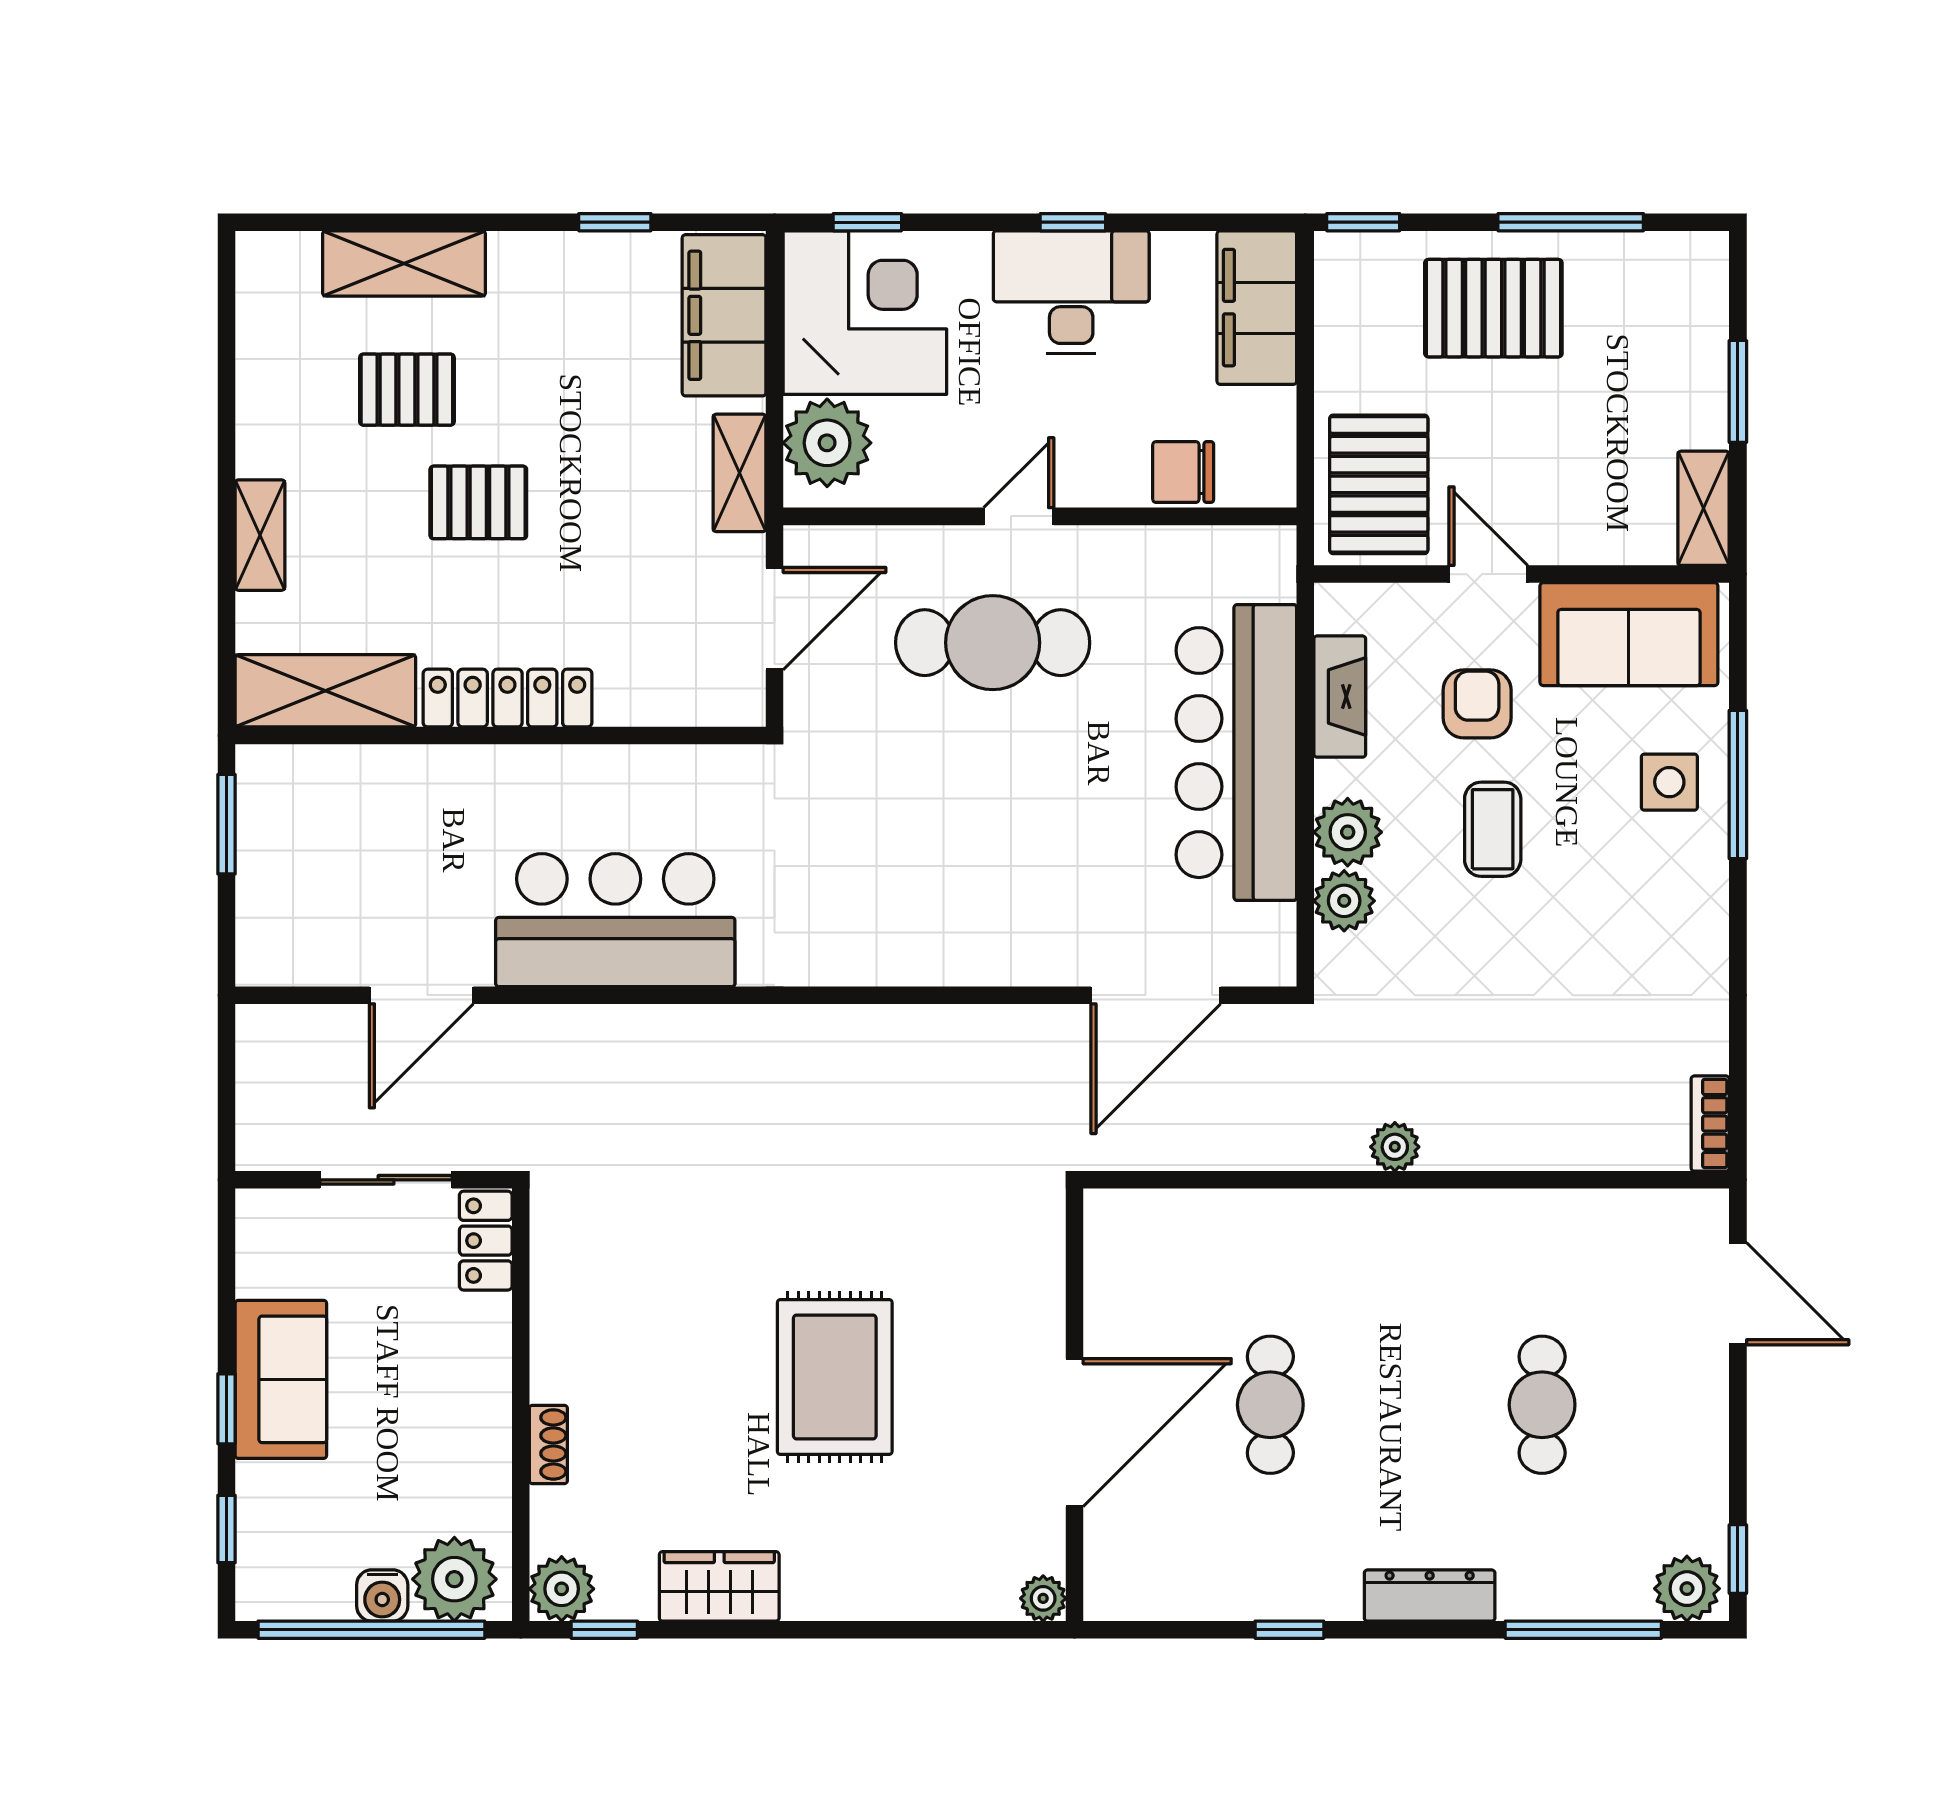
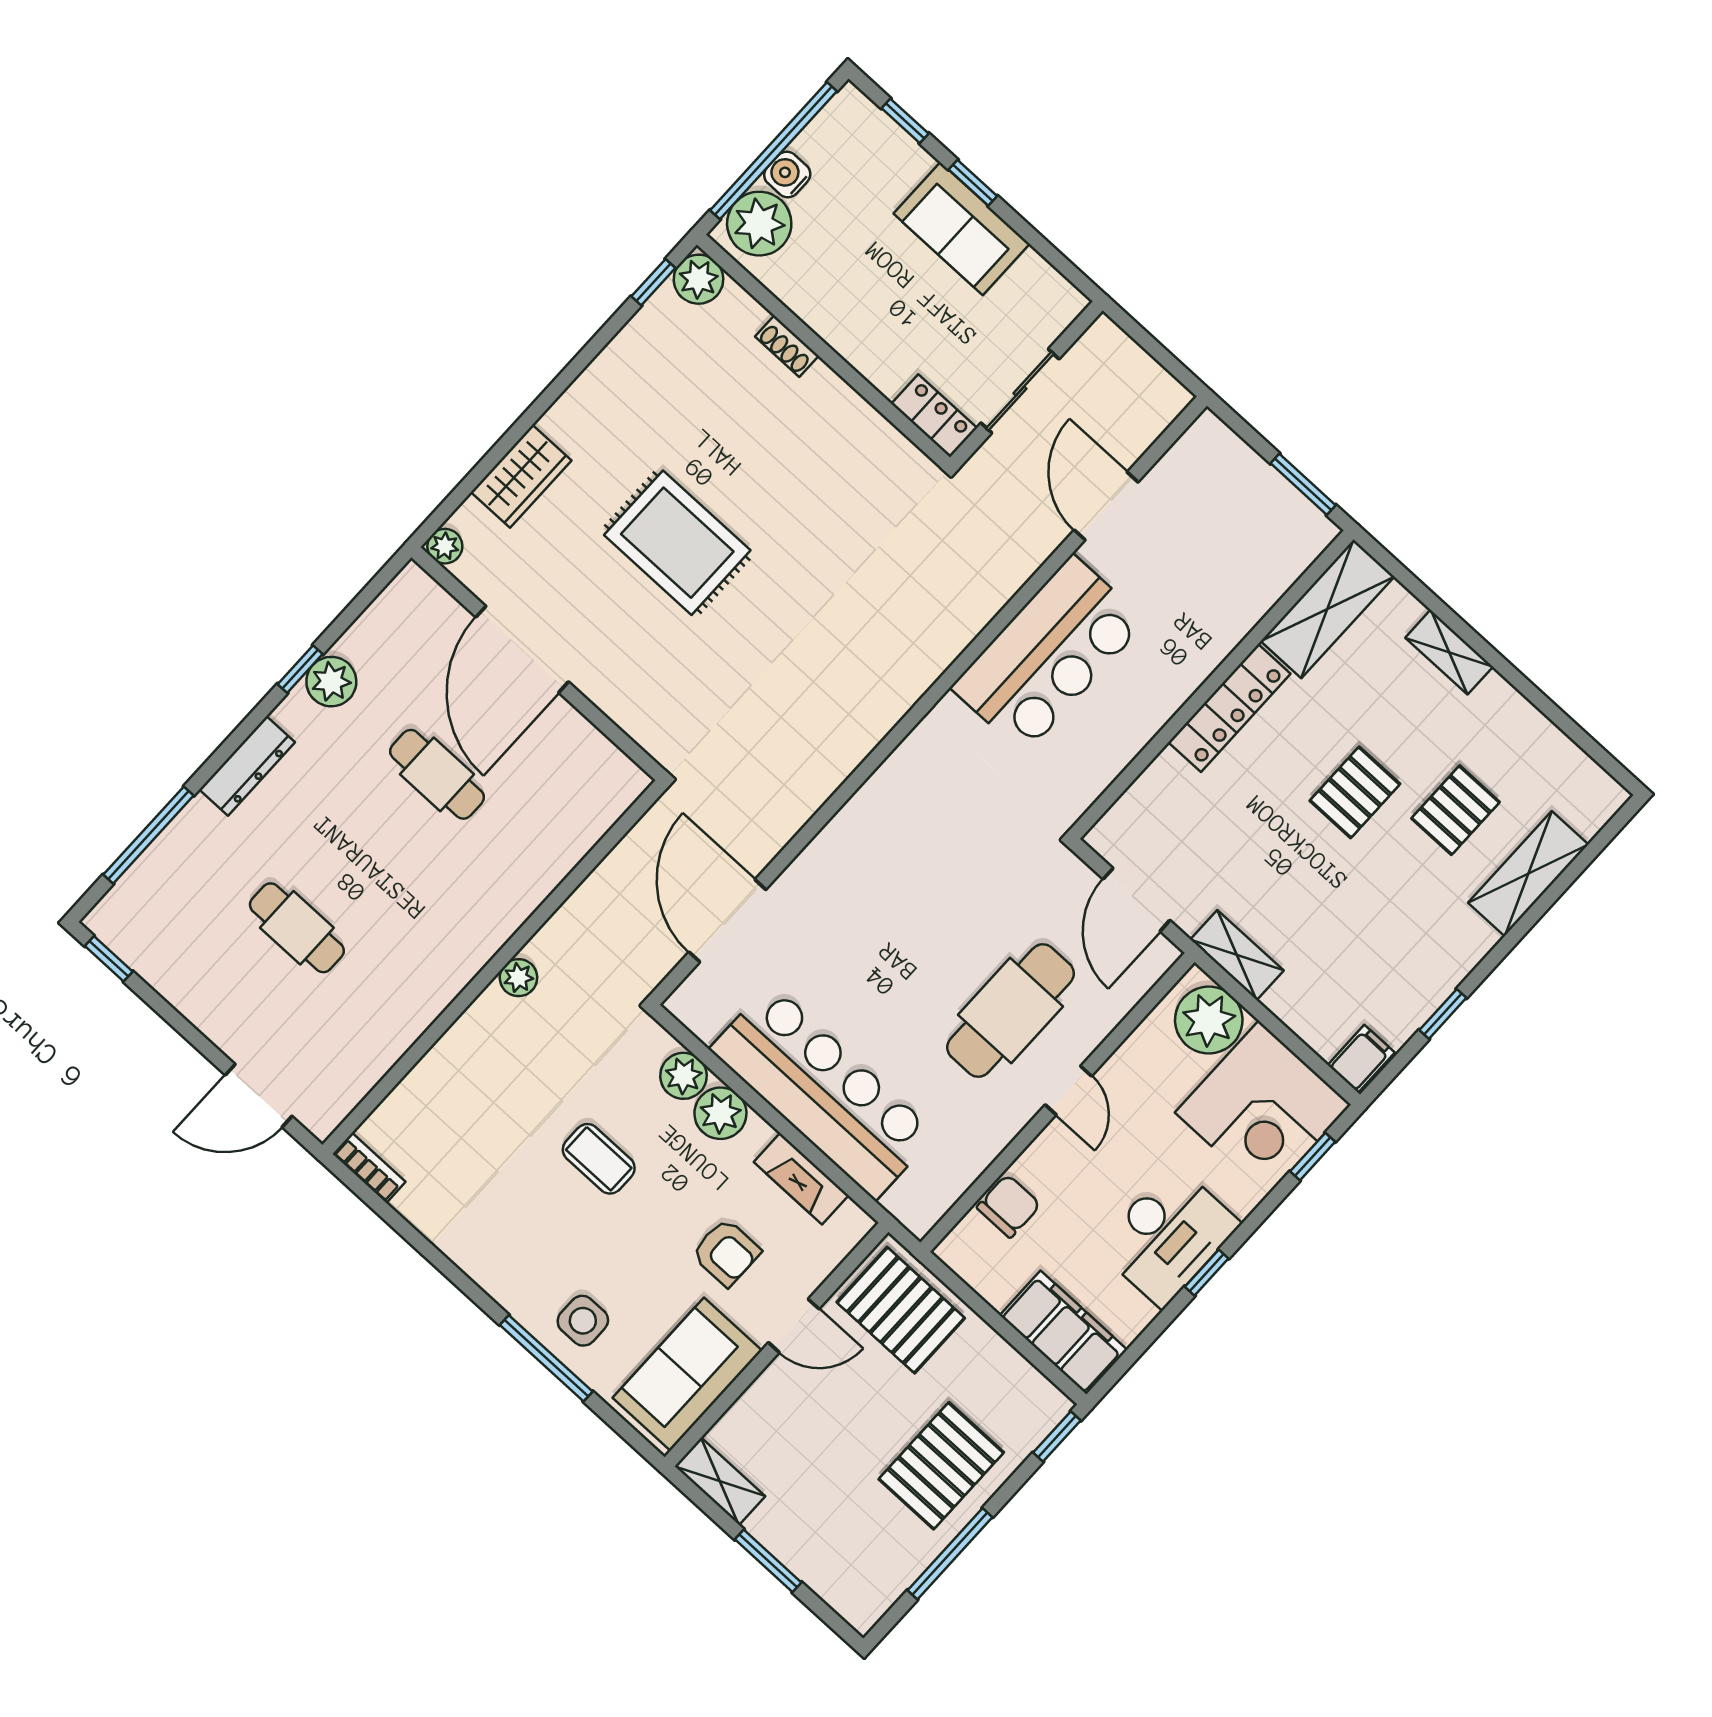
filing cabinet: (724, 315) -> (1361, 1059), width x0.33, depth x0.86
coffee table: (1493, 829) -> (599, 1159), moved
wardrobe: (719, 1586) -> (521, 476), moved
plant: (1687, 1589) -> (331, 682), moved

